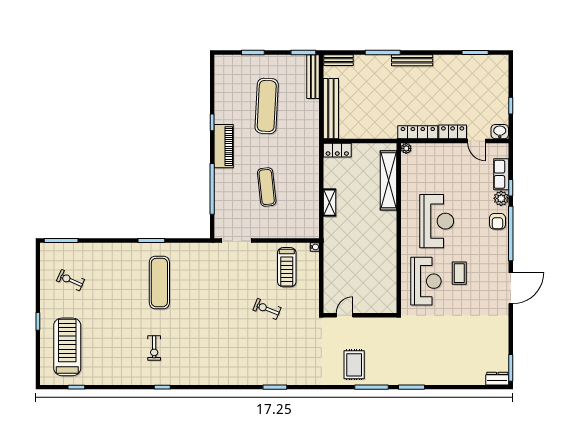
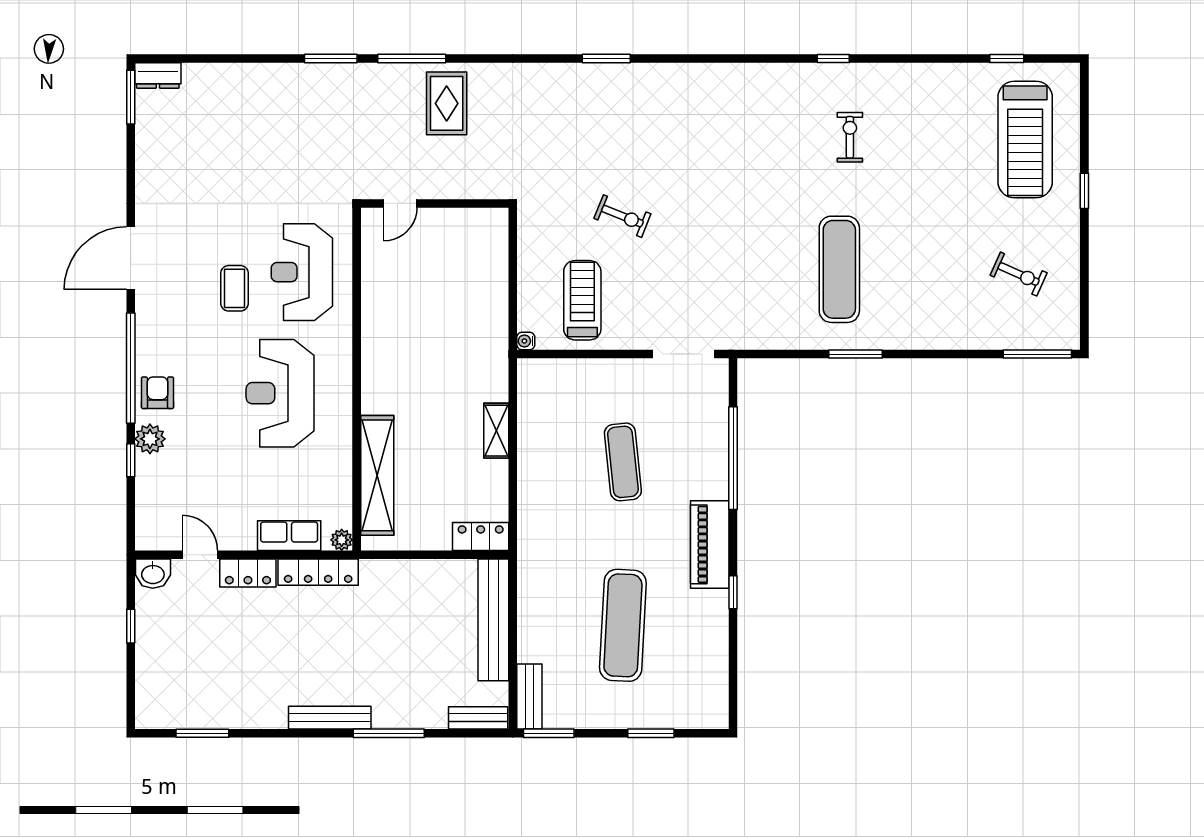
bench: (313, 77) -> (529, 697), width x0.73
row of seats: (501, 174) -> (289, 536), moved, turned -90
door: (345, 315) -> (400, 203), moved

